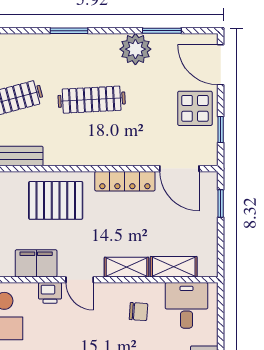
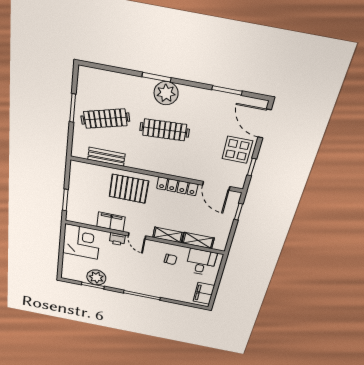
plant: (135, 49) -> (166, 93), moved

